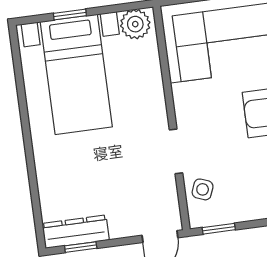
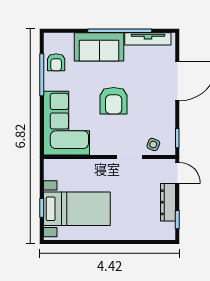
plant: (135, 24) -> (52, 171), removed
dresser: (76, 232) -> (168, 202), moved

